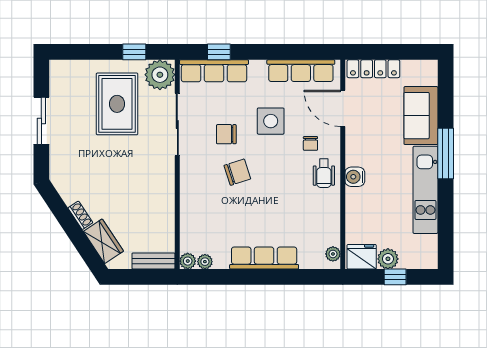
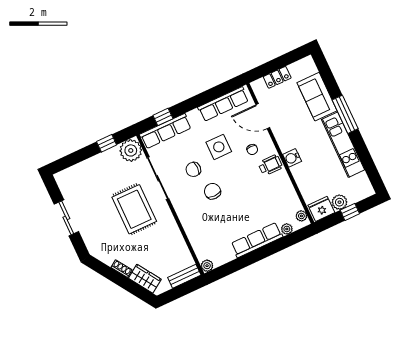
locker: (373, 69) -> (277, 77), width x0.66
rug: (117, 104) -> (134, 209), moved
chair: (237, 172) -> (212, 191), turned -72
wheelchair: (324, 173) -> (270, 165), turned -90
plant: (205, 262) -> (287, 229), moved

